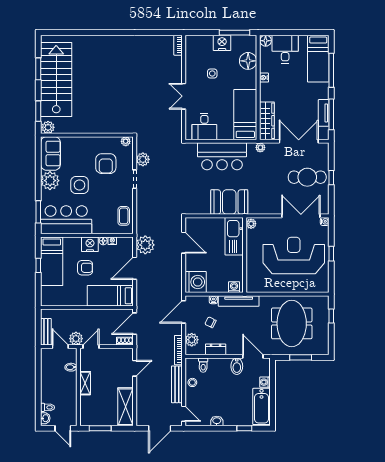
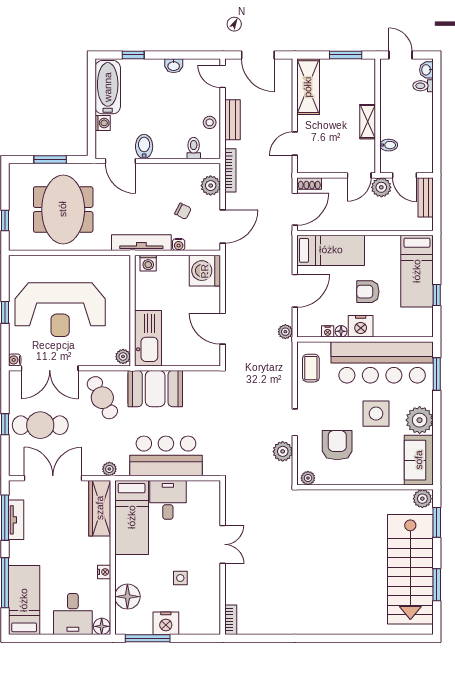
desk: (204, 126) -> (168, 500), moved
double door: (299, 141) -> (53, 478), swing flipped
cafe table: (265, 196) -> (102, 398), added
bar counter: (66, 220) -> (382, 362), width x1.36
plant: (145, 245) -> (285, 332), width x0.53, depth x0.53
bed: (52, 261) -> (417, 271), moved, turned 180
dresser: (216, 349) -> (175, 171), removed
bench: (177, 384) -> (232, 120), width x0.73
door: (160, 428) -> (258, 55), swing flipped

